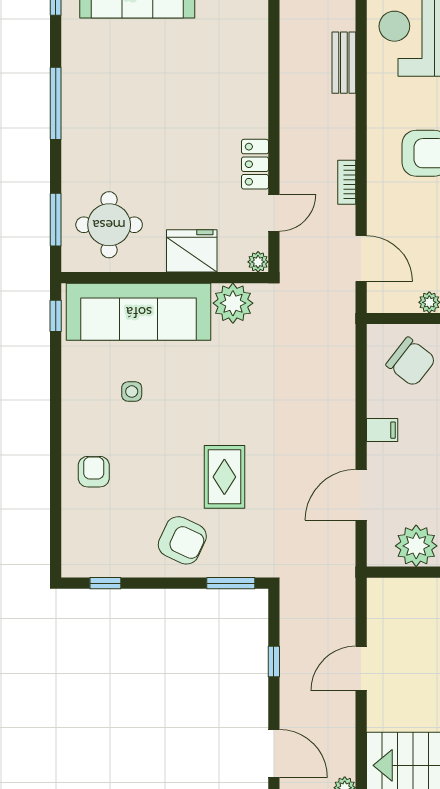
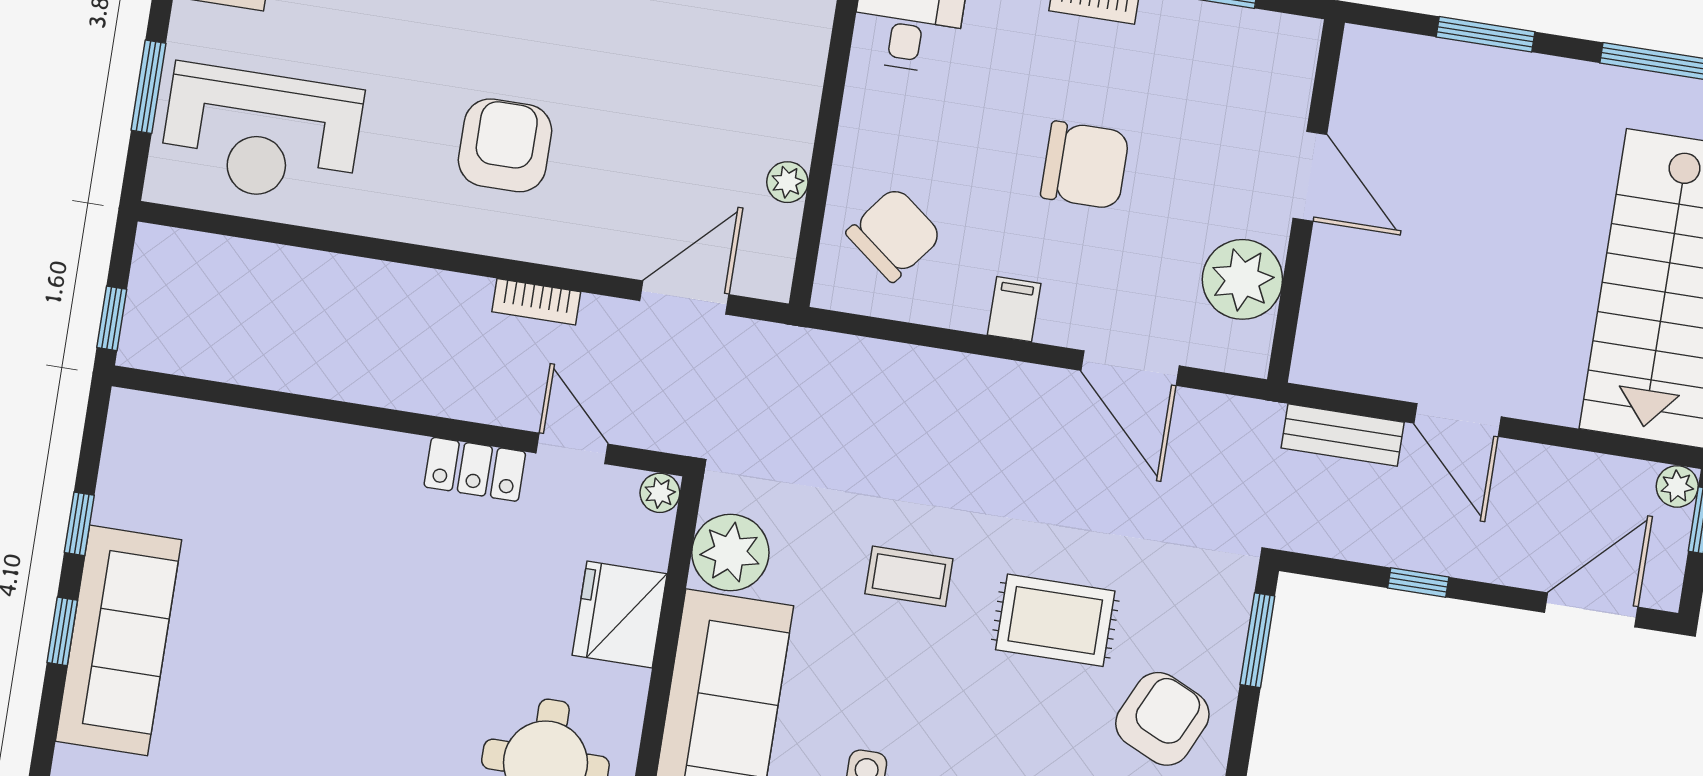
bench: (344, 63) -> (1343, 435), moved
coffee table: (235, 398) -> (909, 576), added

